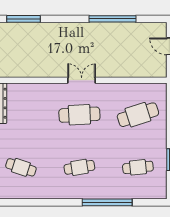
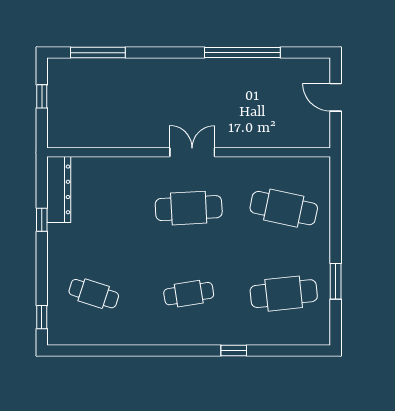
cafe table: (138, 115) -> (284, 208), turned 30
cafe table: (138, 167) -> (284, 294), width x1.37, depth x1.35
window: (107, 202) -> (234, 351), width x0.32

